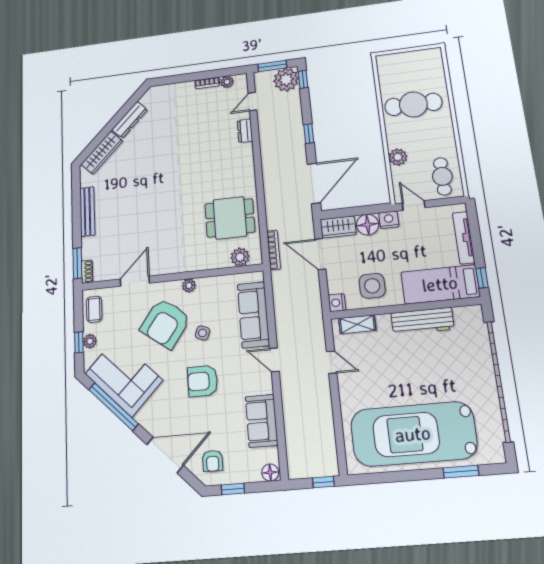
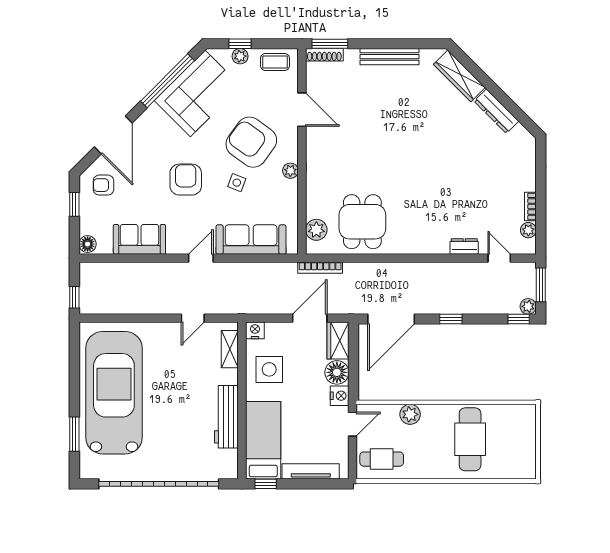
plant: (286, 80) -> (528, 306), width x0.53, depth x0.53
door: (314, 183) -> (391, 319), hinge flipped
shoe rack: (87, 272) -> (324, 55), width x1.43

